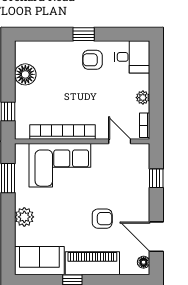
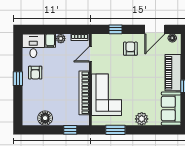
filing cabinet: (140, 82) -> (50, 41), added
armchair: (102, 219) -> (130, 49), moved

